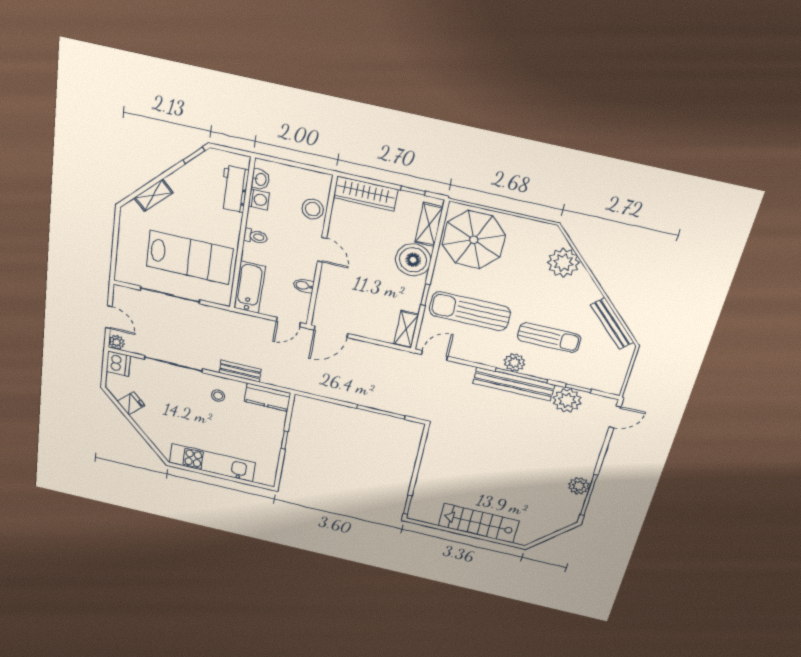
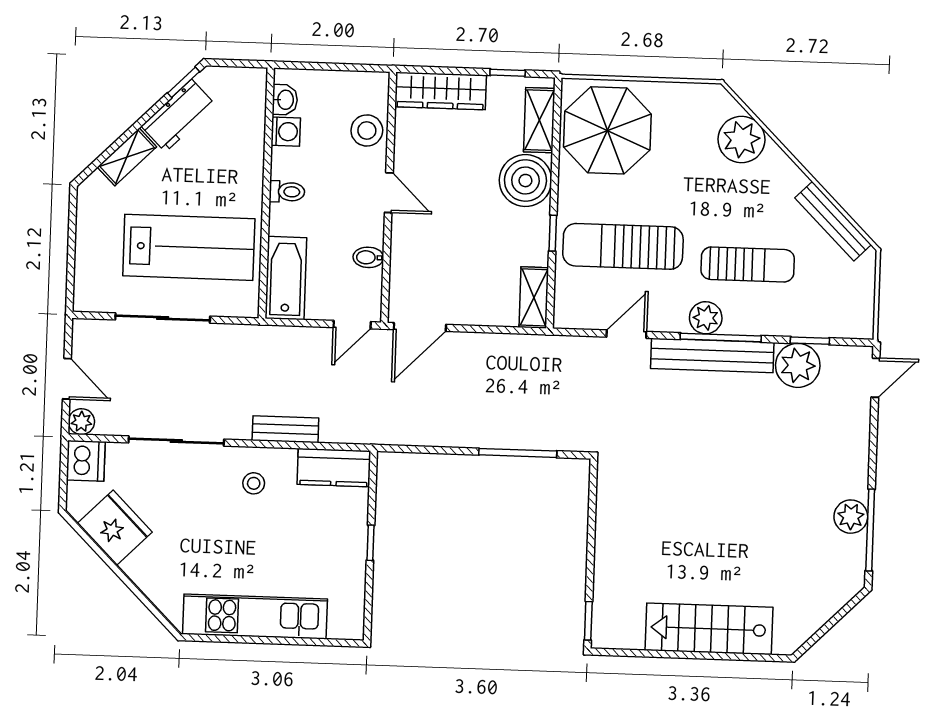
workbench: (234, 189) -> (179, 116), moved, turned -135
door: (435, 355) -> (626, 334), moved
fridge: (131, 403) -> (115, 528), width x1.88, depth x1.34

